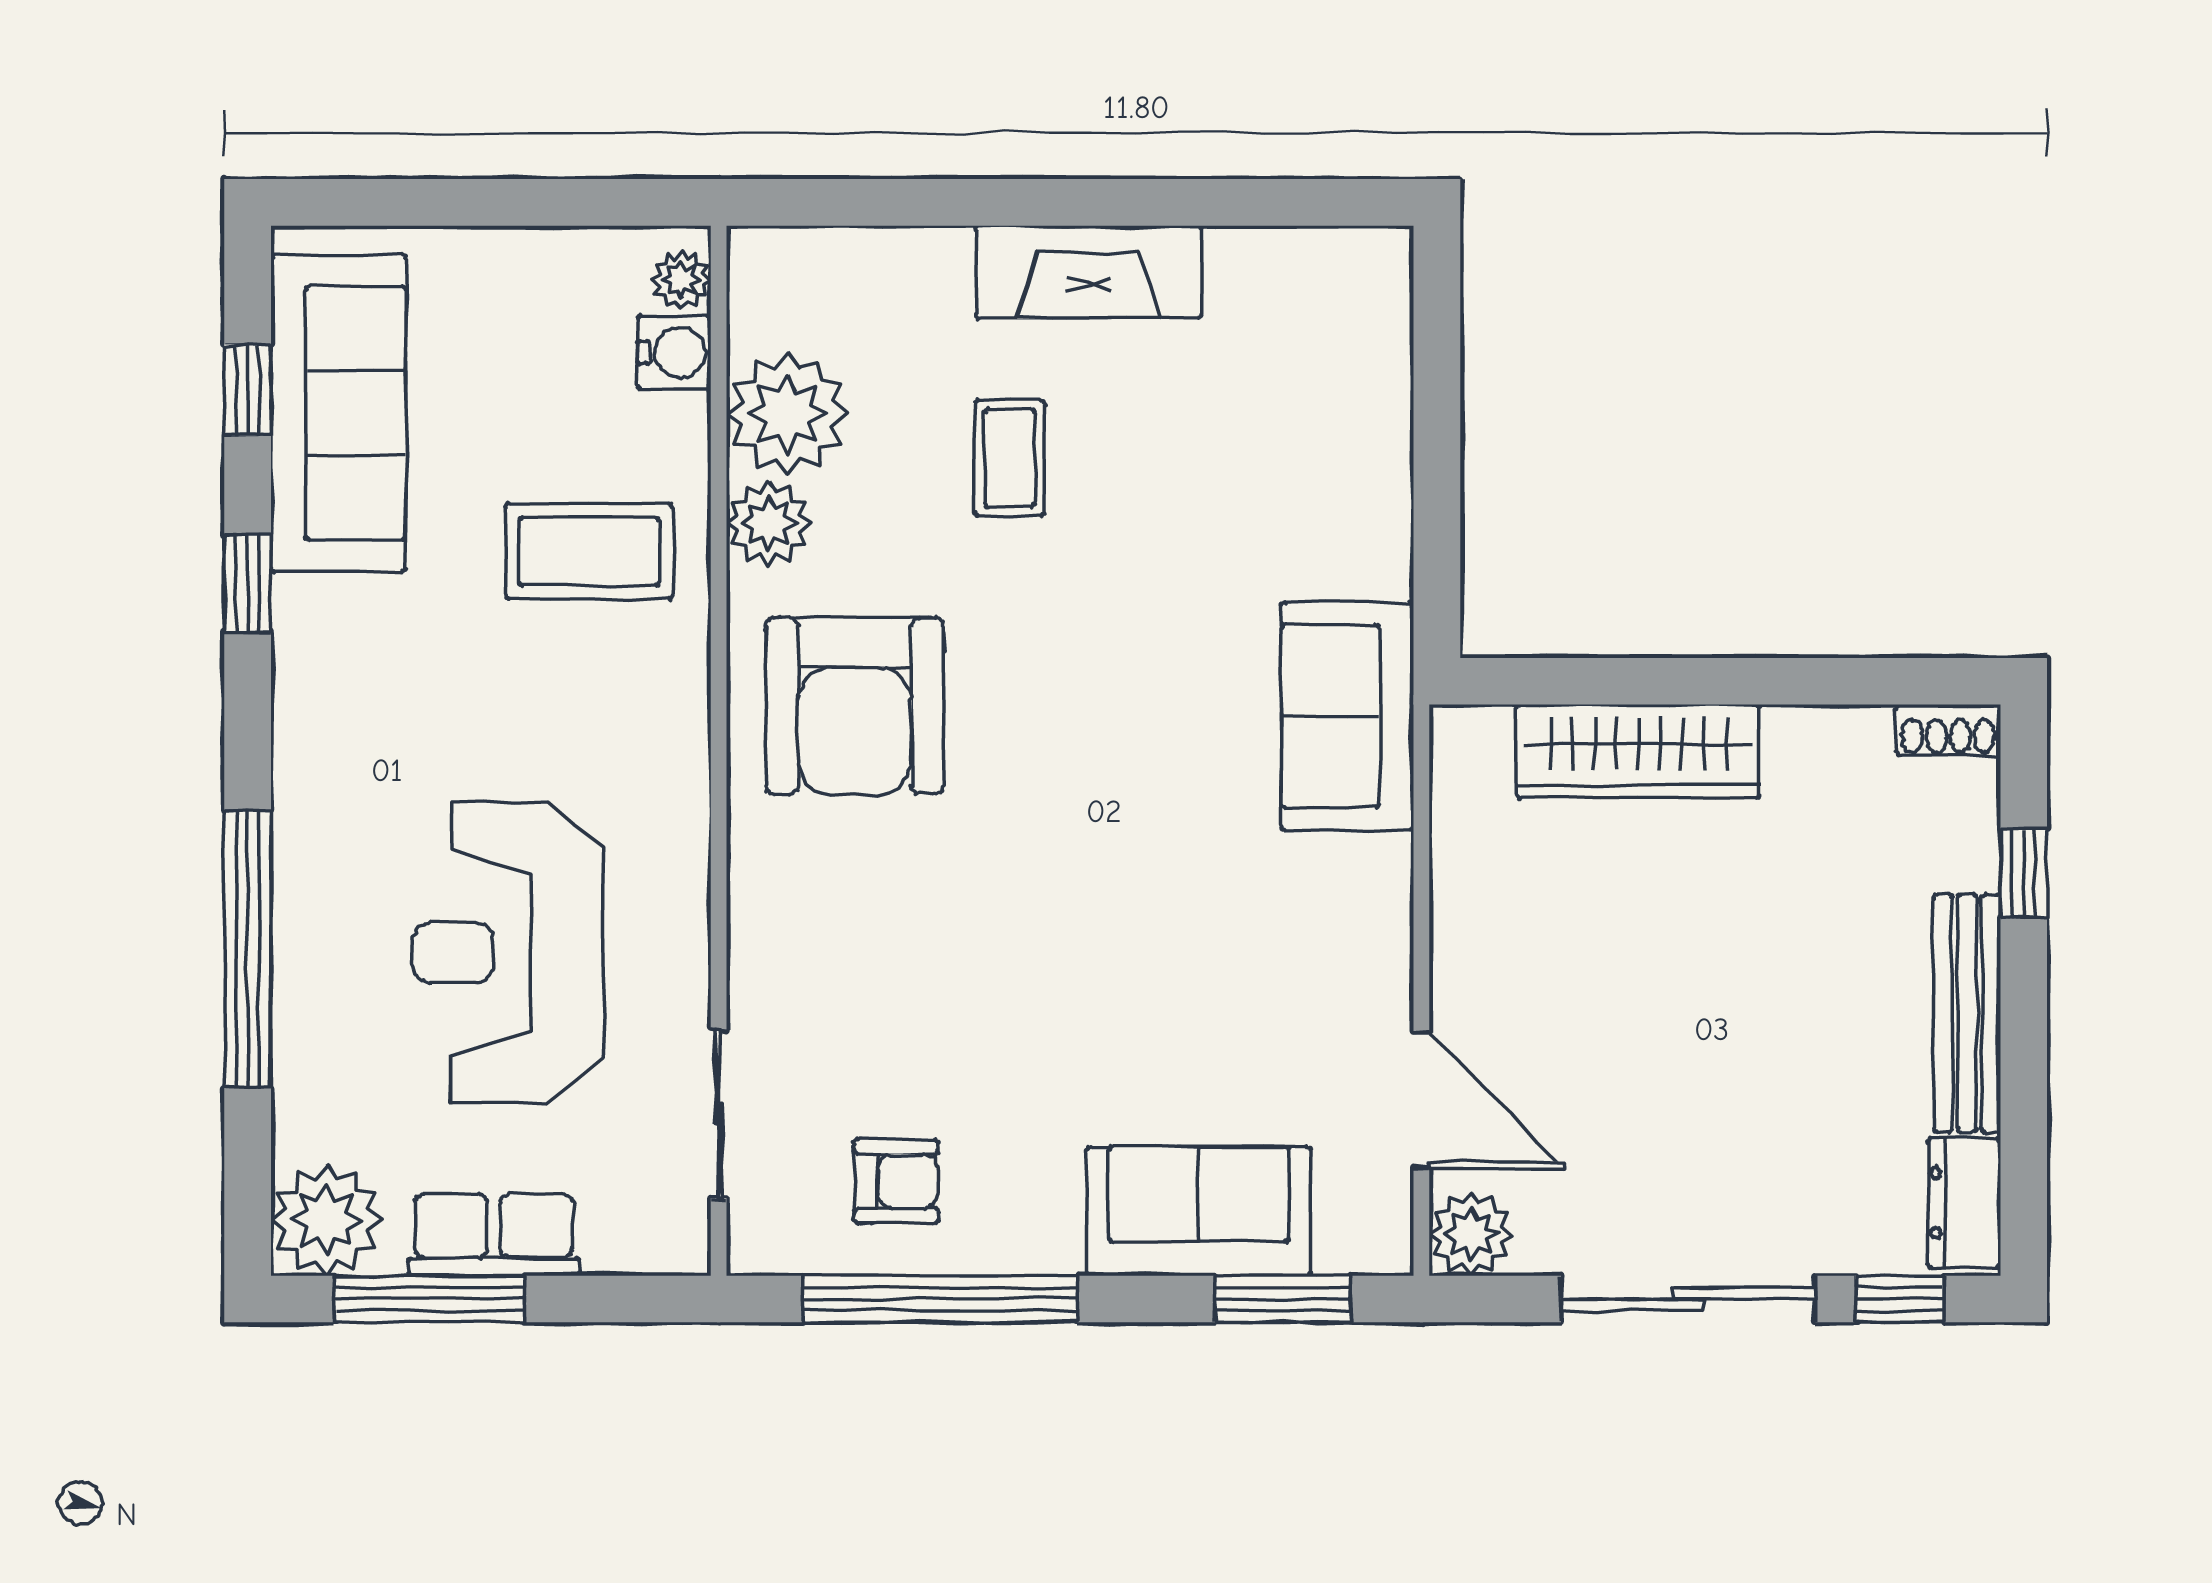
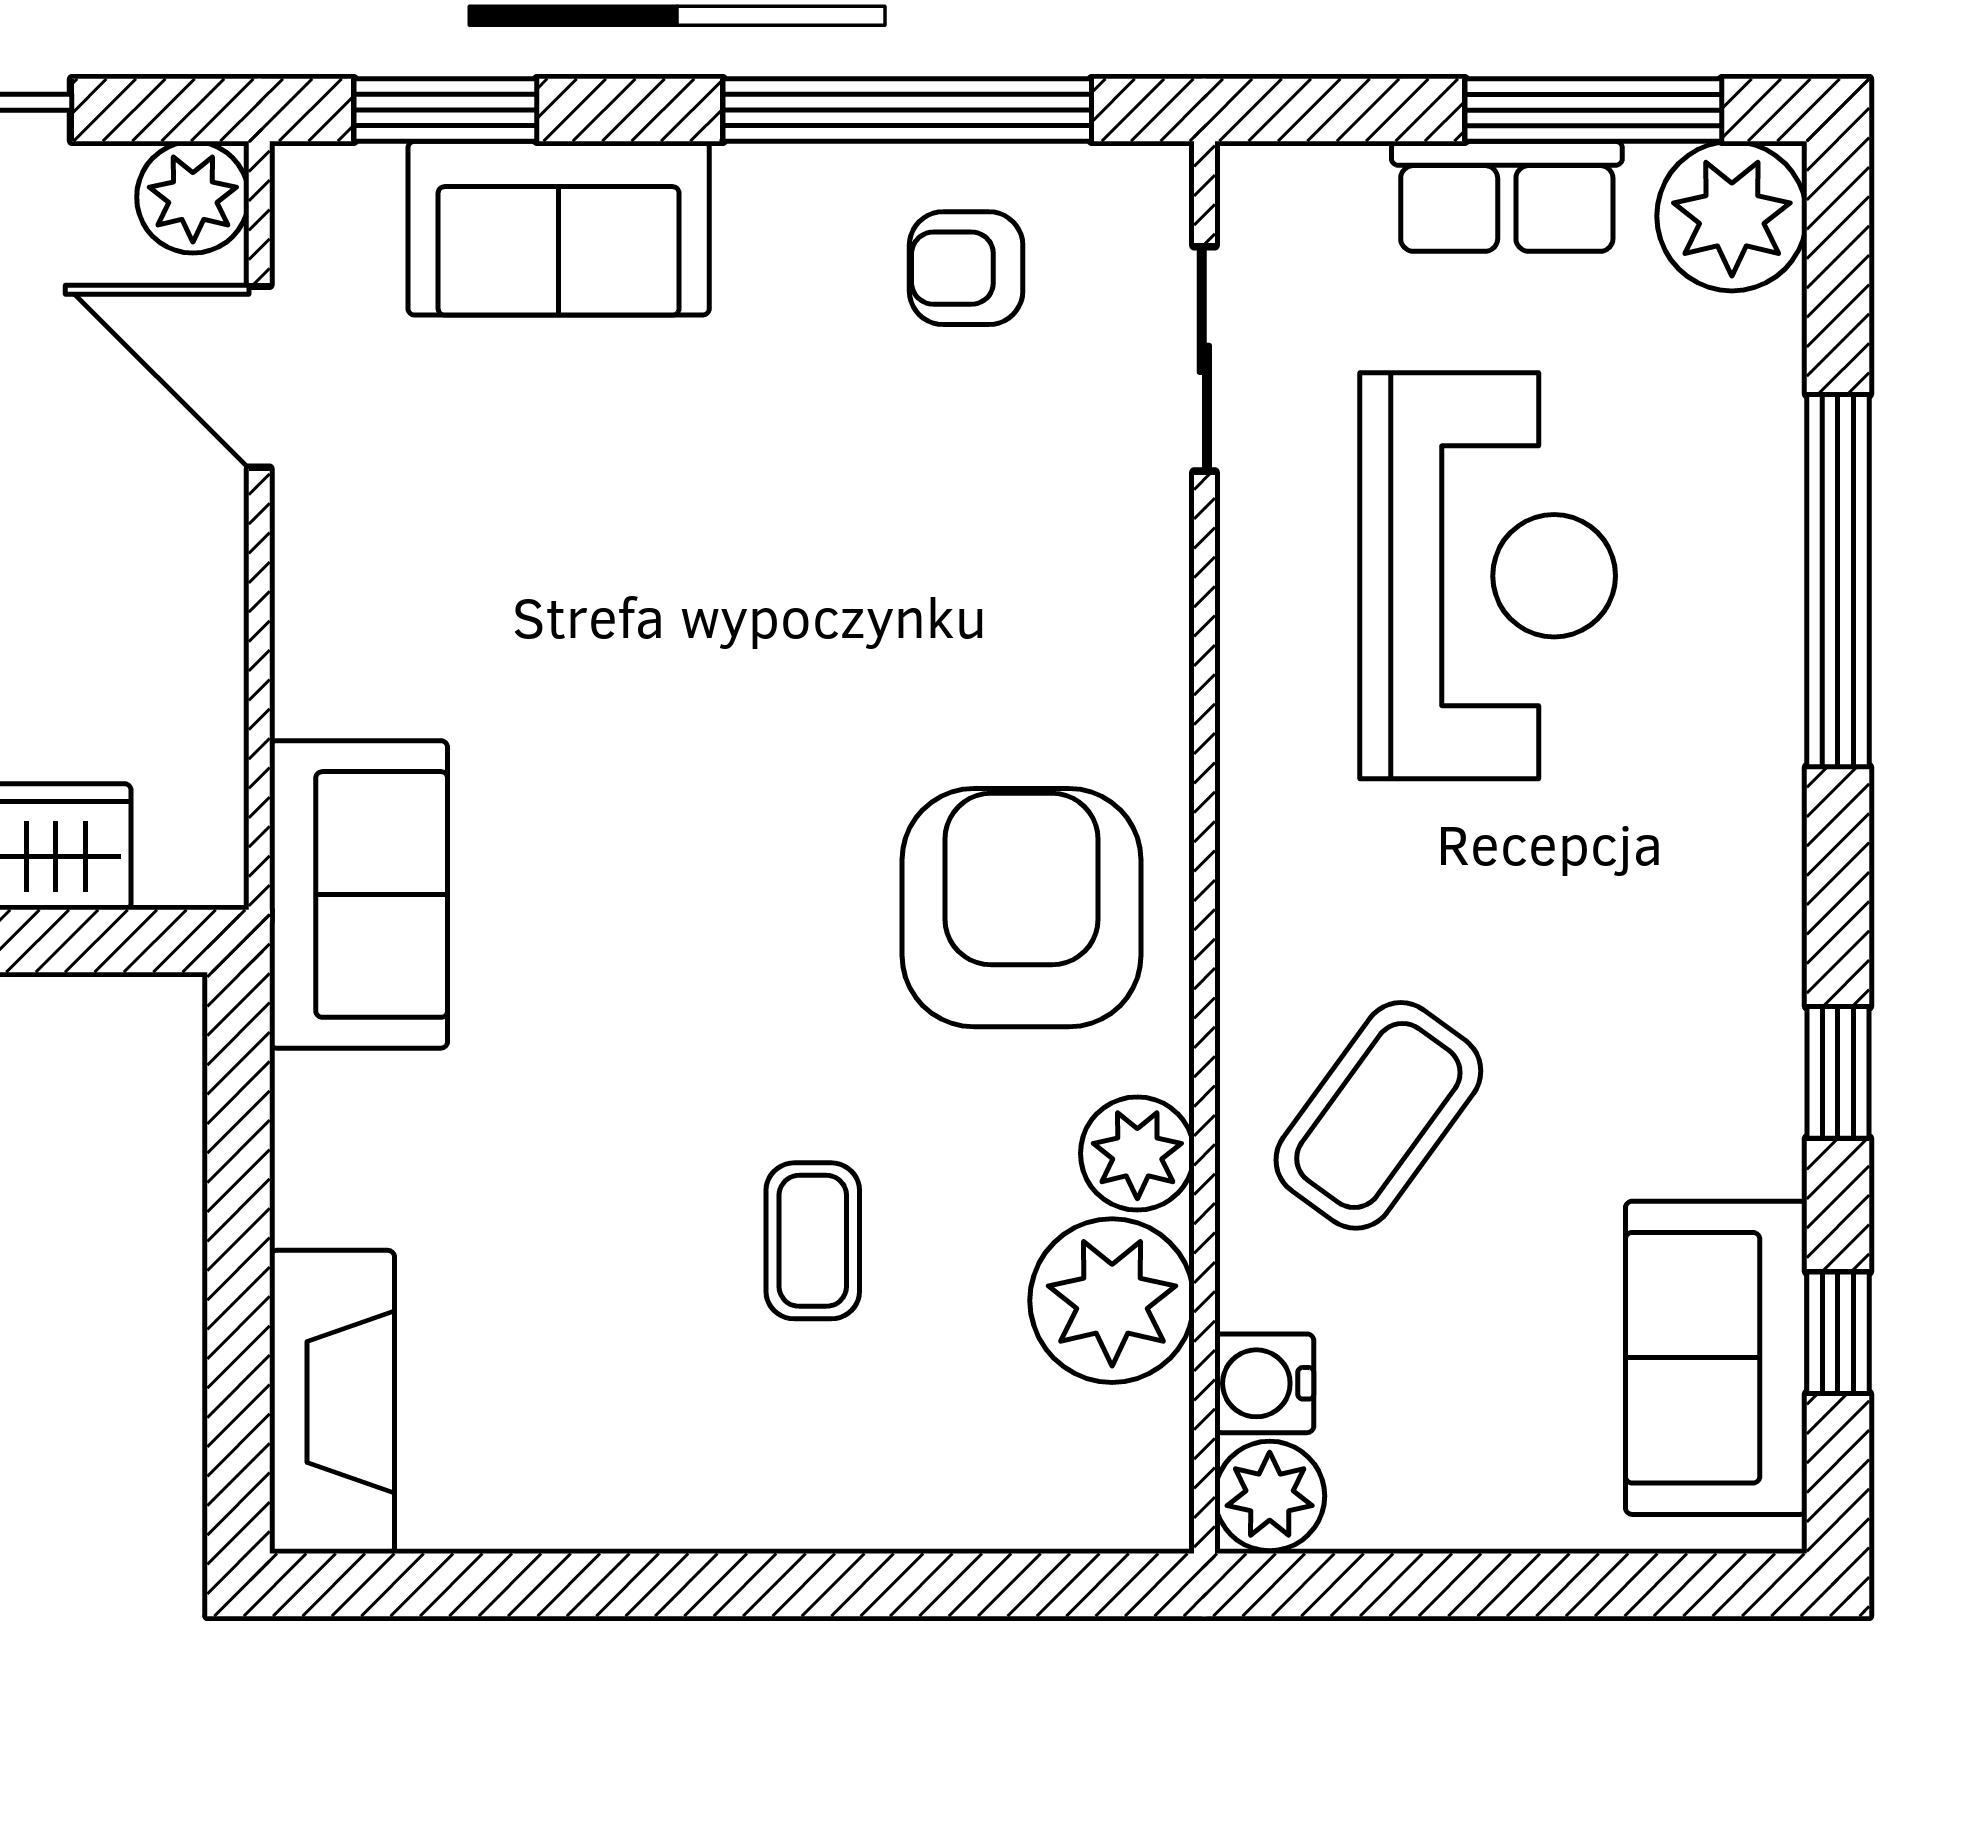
fireplace: (1089, 272) -> (332, 1402), moved, turned 90
plant: (681, 280) -> (1270, 1496), width x1.38, depth x1.38
sofa: (338, 413) -> (1716, 1358), width x0.73
coffee table: (589, 551) -> (1378, 1115), turned -54

